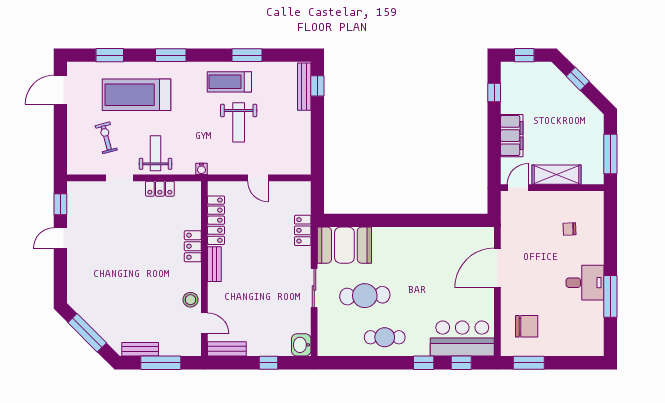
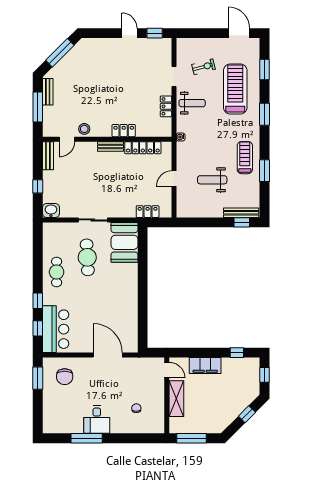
weight bench: (239, 122) -> (212, 180), moved
locker: (303, 230) -> (148, 212), moved

